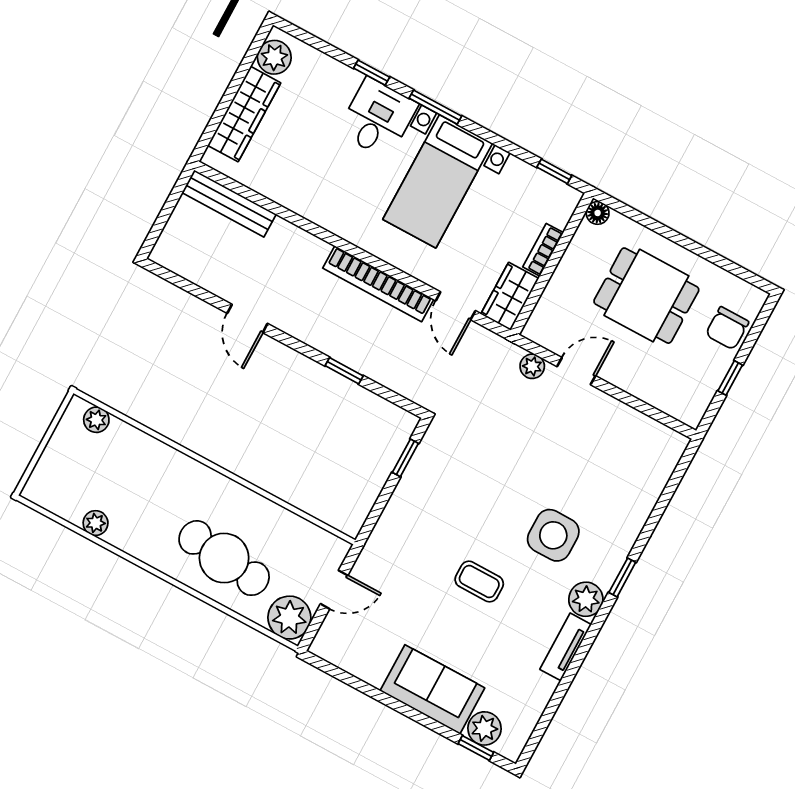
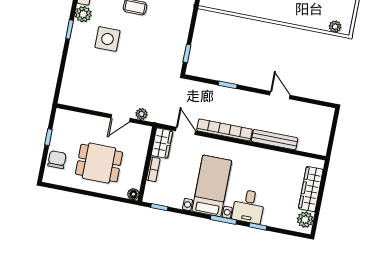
bench: (229, 203) -> (275, 140), moved

